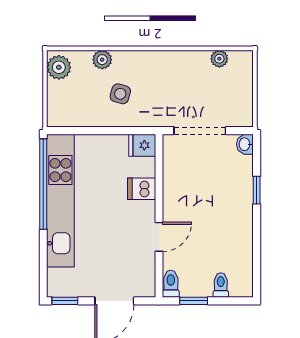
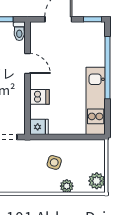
window: (43, 184) -> (107, 68), moved
kitchen unit: (60, 201) -> (96, 101), width x0.73
door: (159, 237) -> (27, 64), swing flipped

